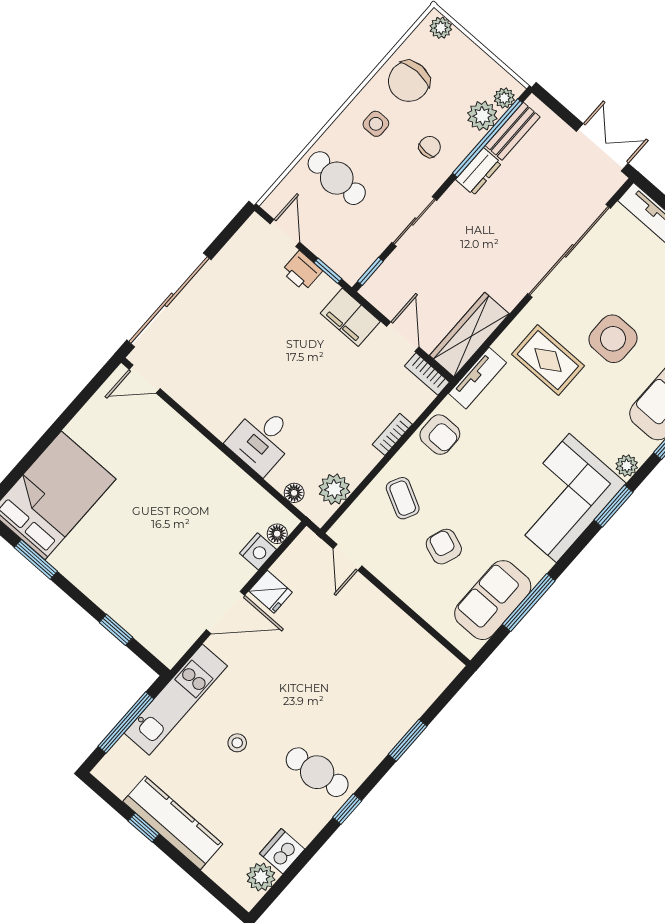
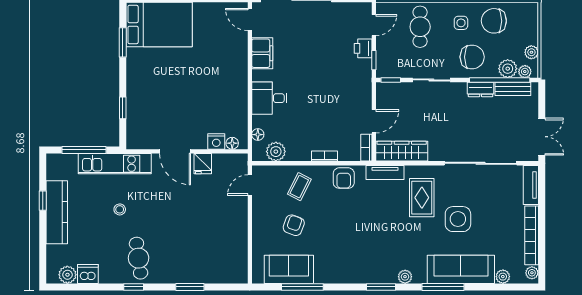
plant: (441, 28) -> (531, 52), moved
chair: (430, 147) -> (472, 57), width x1.87, depth x1.87
filing cabinet: (350, 317) -> (262, 53), moved, turned 180
corner sofa: (563, 498) -> (364, 260), removed

